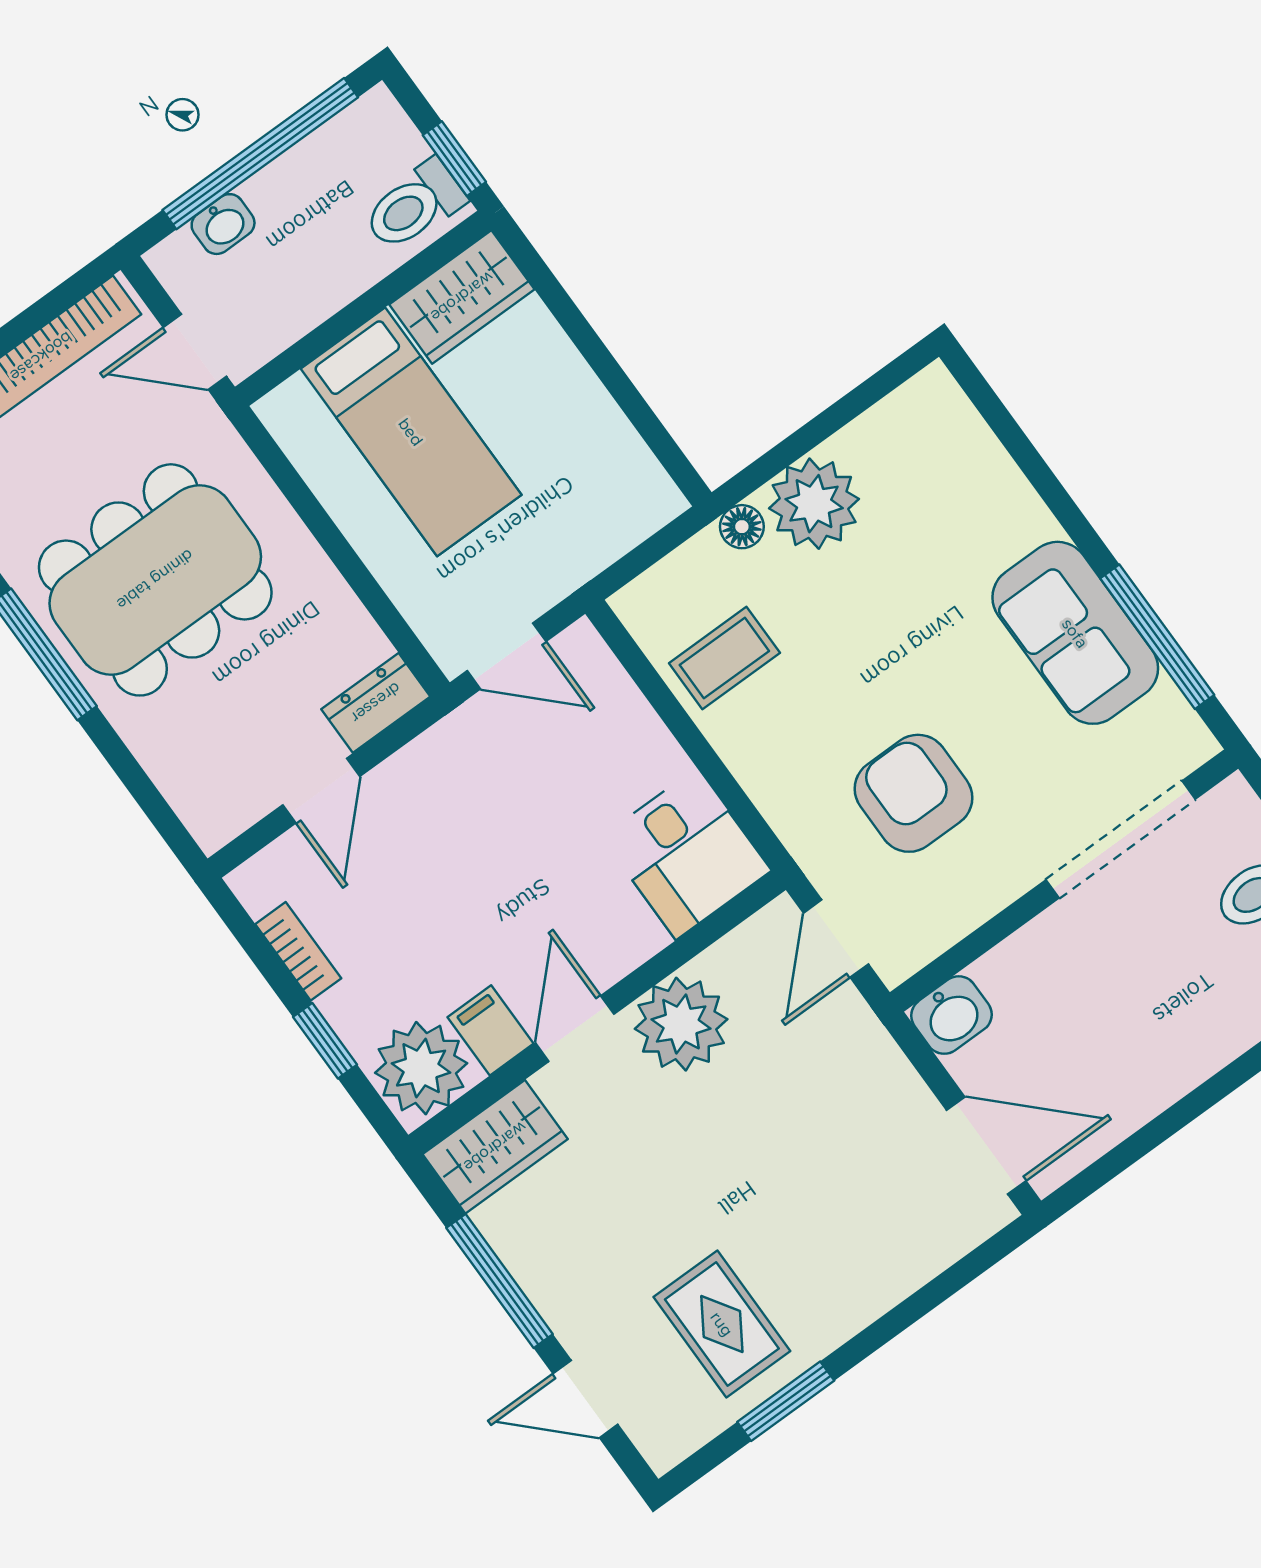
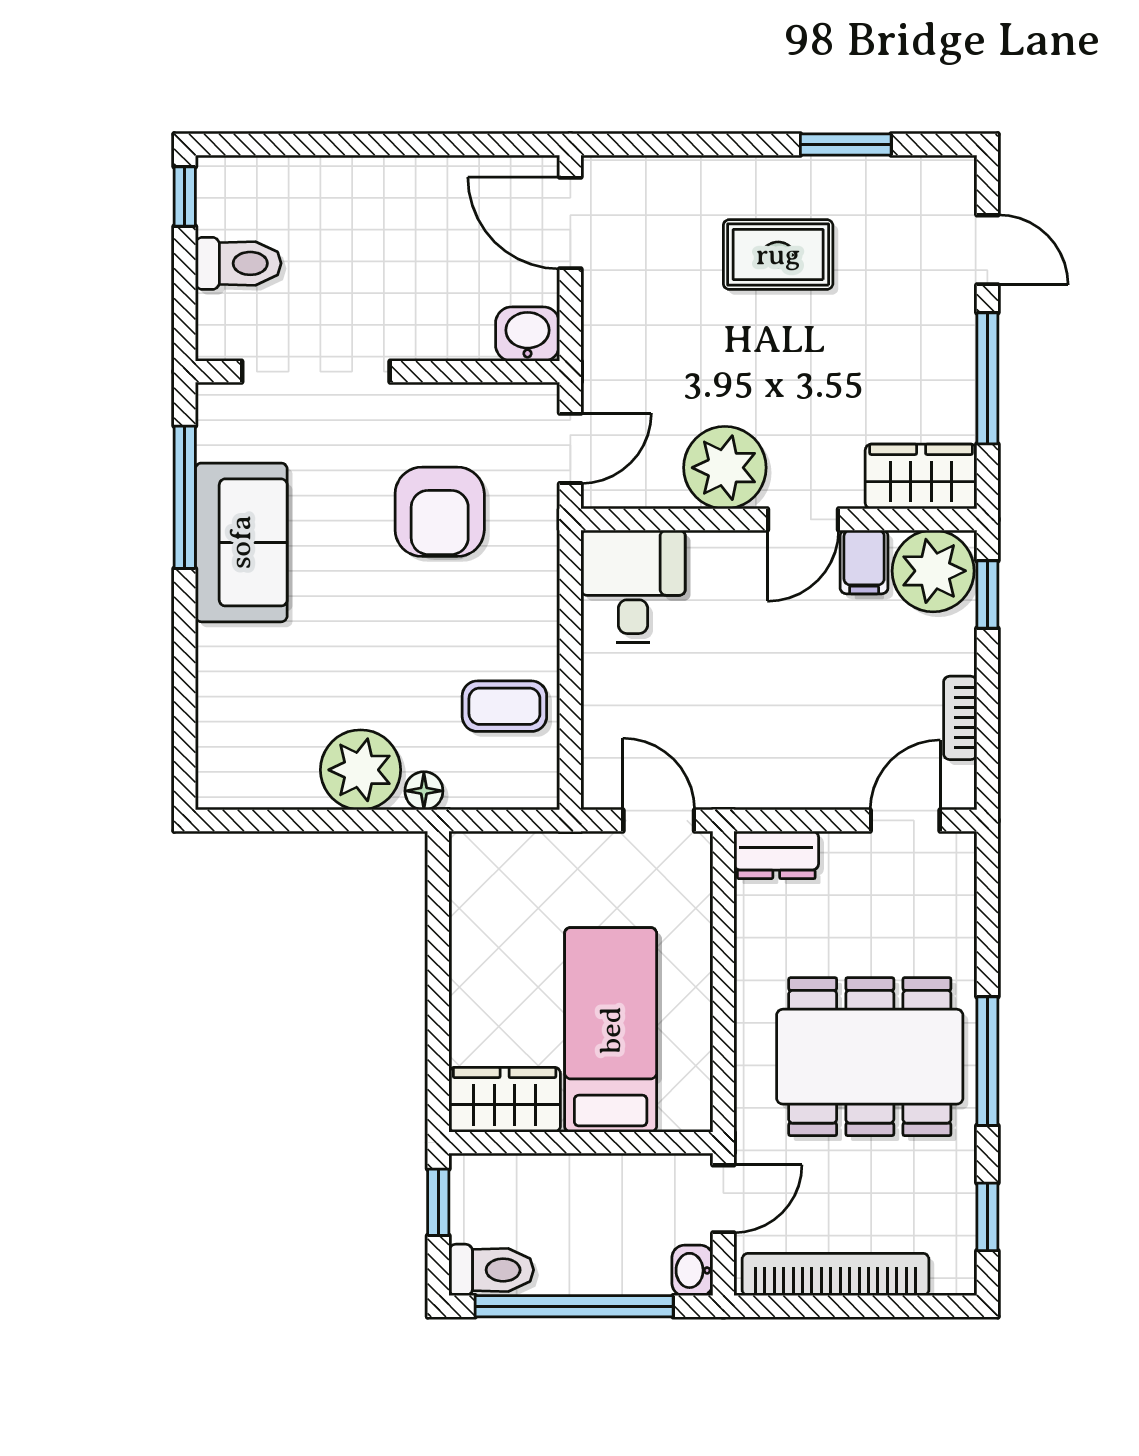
toilet: (414, 206) -> (491, 1270), moved
washbasin: (223, 224) -> (692, 1270), moved, turned -90
door: (195, 352) -> (723, 1199), hinge flipped
door: (321, 791) -> (905, 820), moved
window: (325, 1041) -> (987, 595), moved
rug: (722, 1324) -> (778, 255), moved, turned 90

